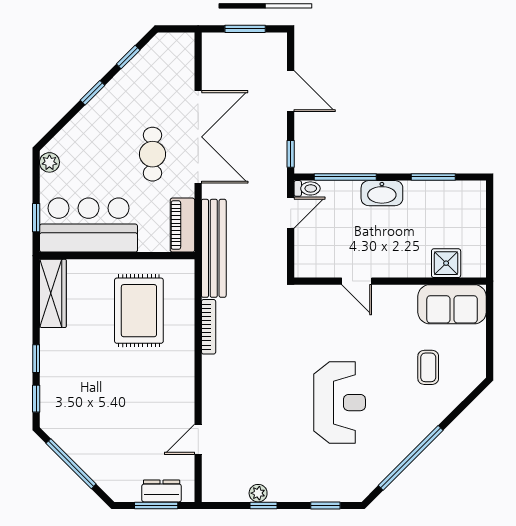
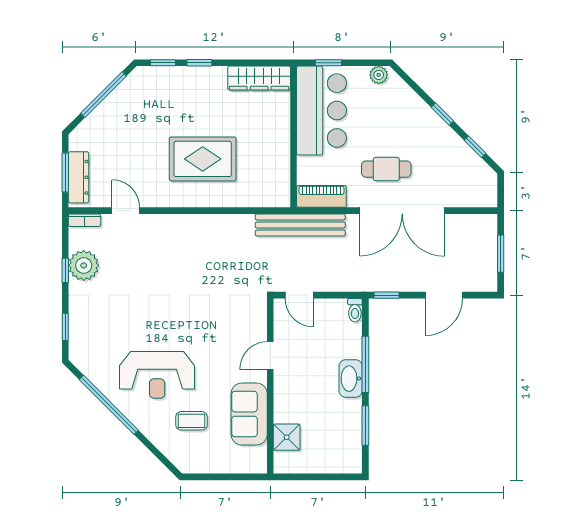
window: (345, 177) -> (365, 364), moved
door: (291, 213) -> (299, 295), moved
sofa: (452, 304) -> (249, 414), moved
rug: (139, 311) -> (203, 159), moved
bookcase: (209, 327) -> (85, 220), moved, width x0.64
reception desk: (340, 403) -> (157, 375), moved
dresser: (162, 491) -> (79, 177), width x1.44
plant: (258, 493) -> (84, 265), width x1.87, depth x1.87

